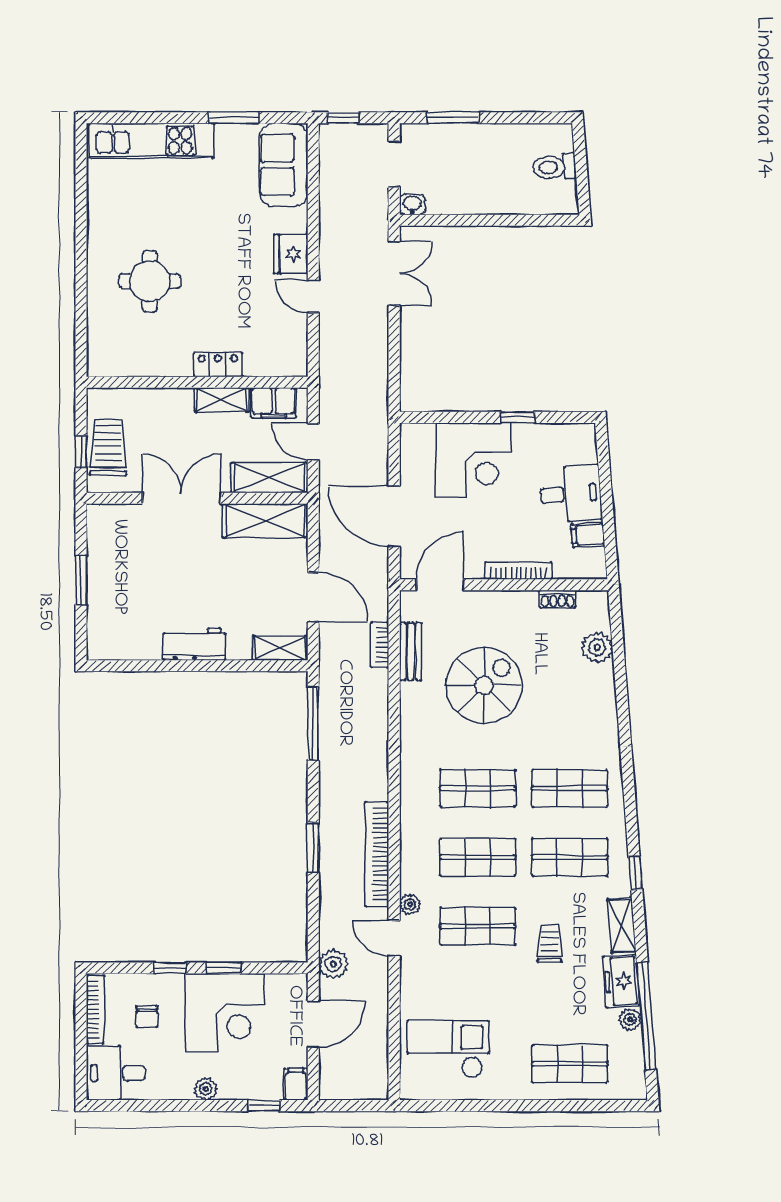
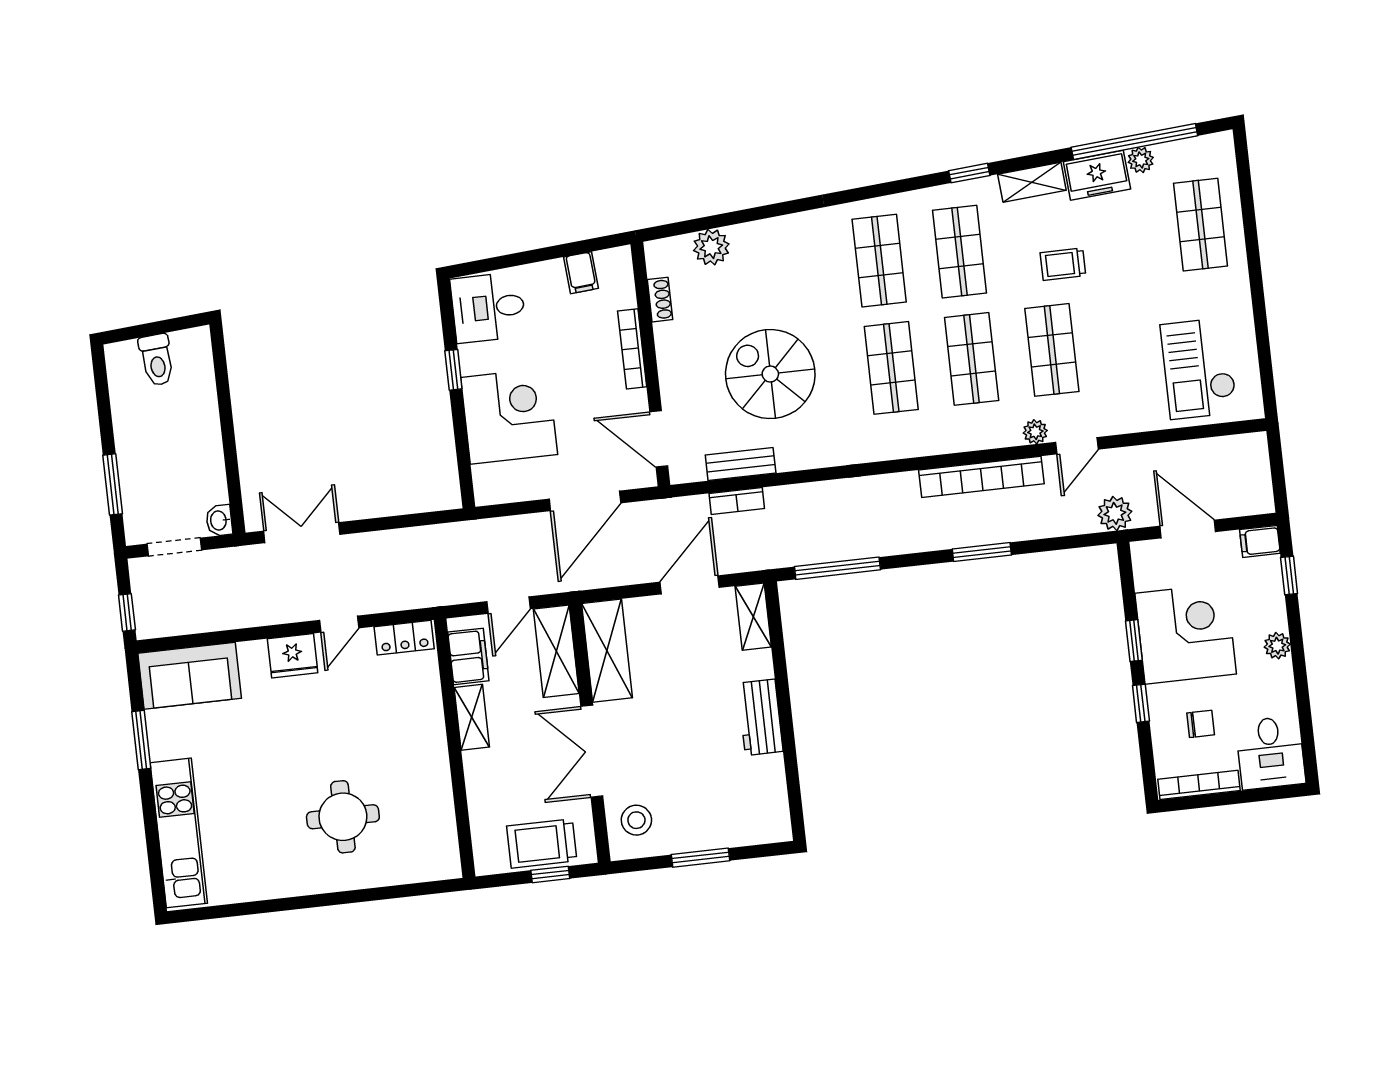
locker: (218, 365) -> (404, 638), moved, turned -90
desk: (571, 494) -> (488, 308), moved, turned -86
stool: (119, 530) -> (636, 820), added

